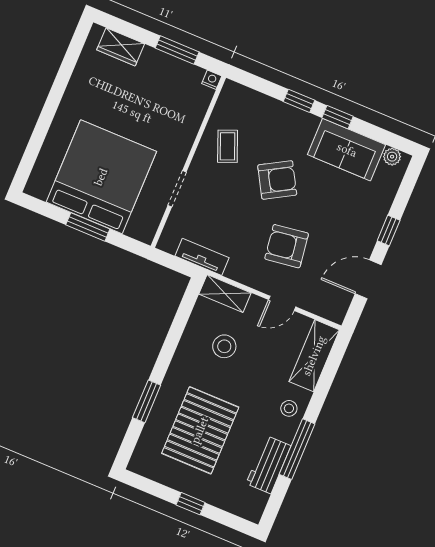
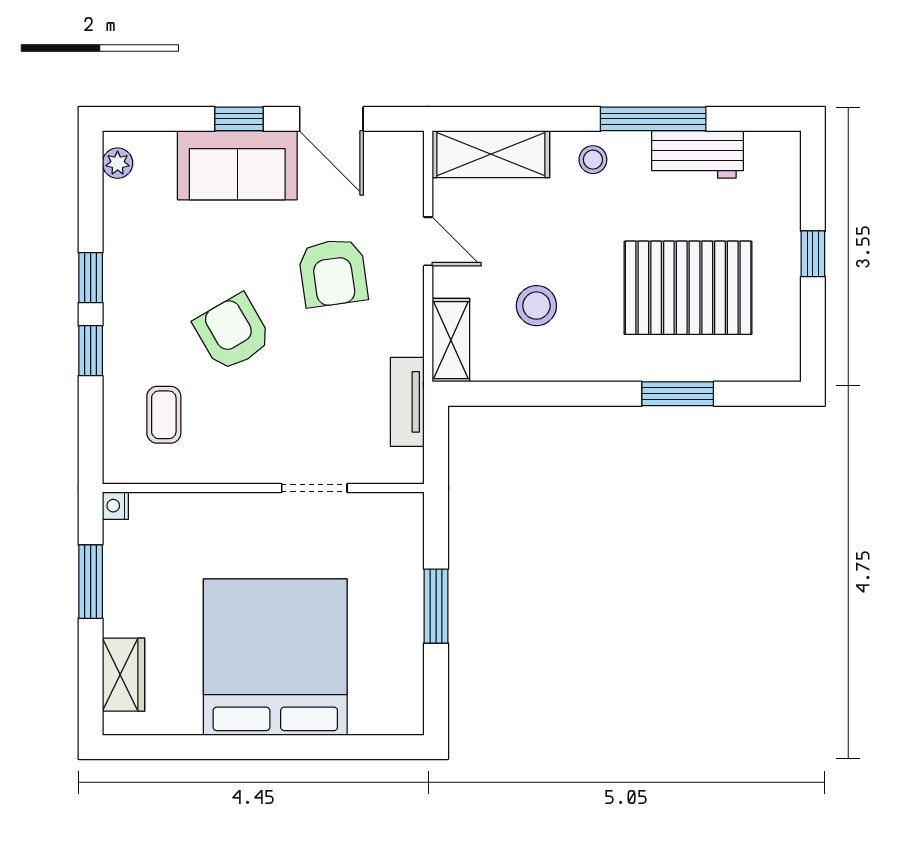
coffee table: (228, 146) -> (164, 415), moved, turned -68
sofa: (347, 150) -> (237, 165), moved, turned 90
bed: (101, 177) -> (275, 657), moved, turned 90

